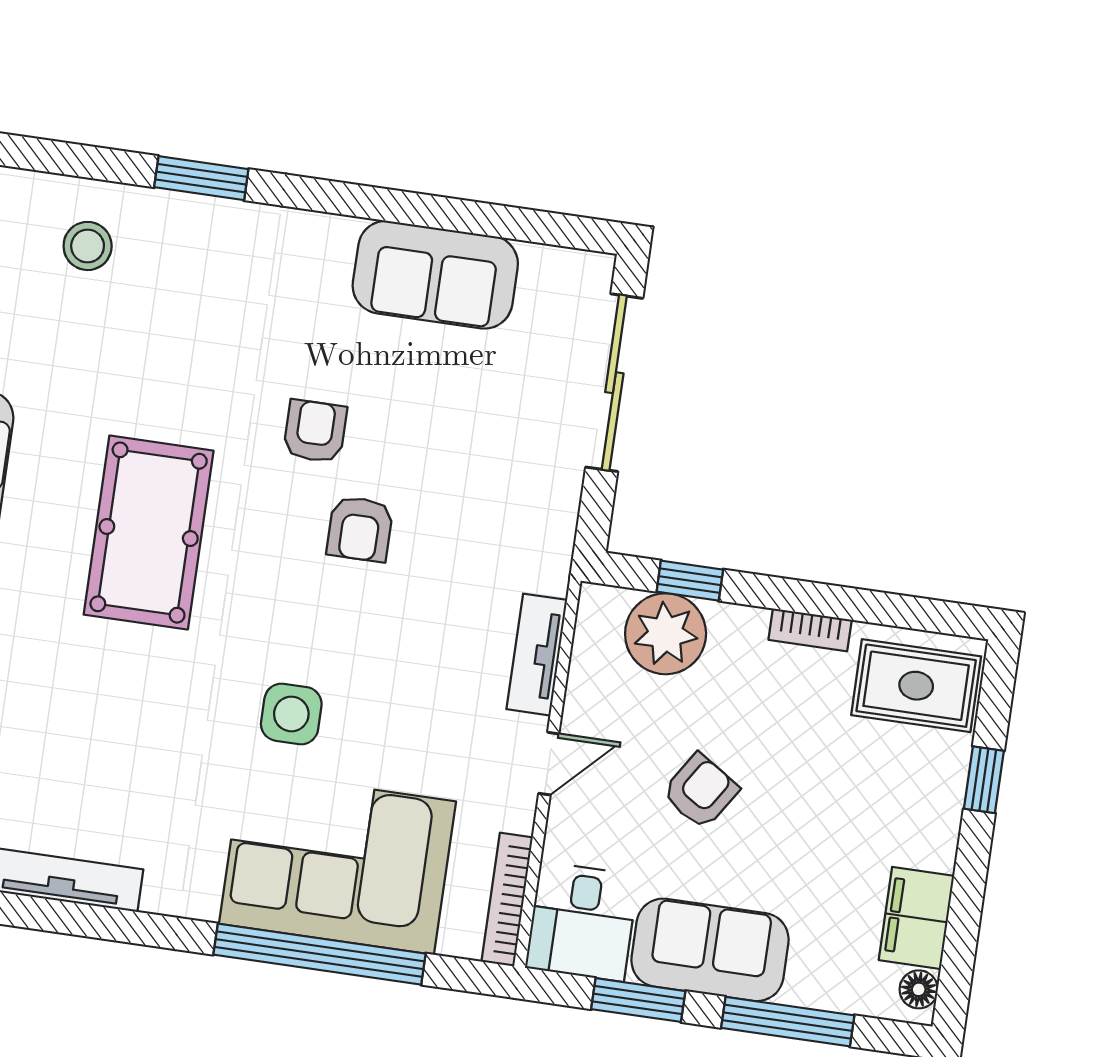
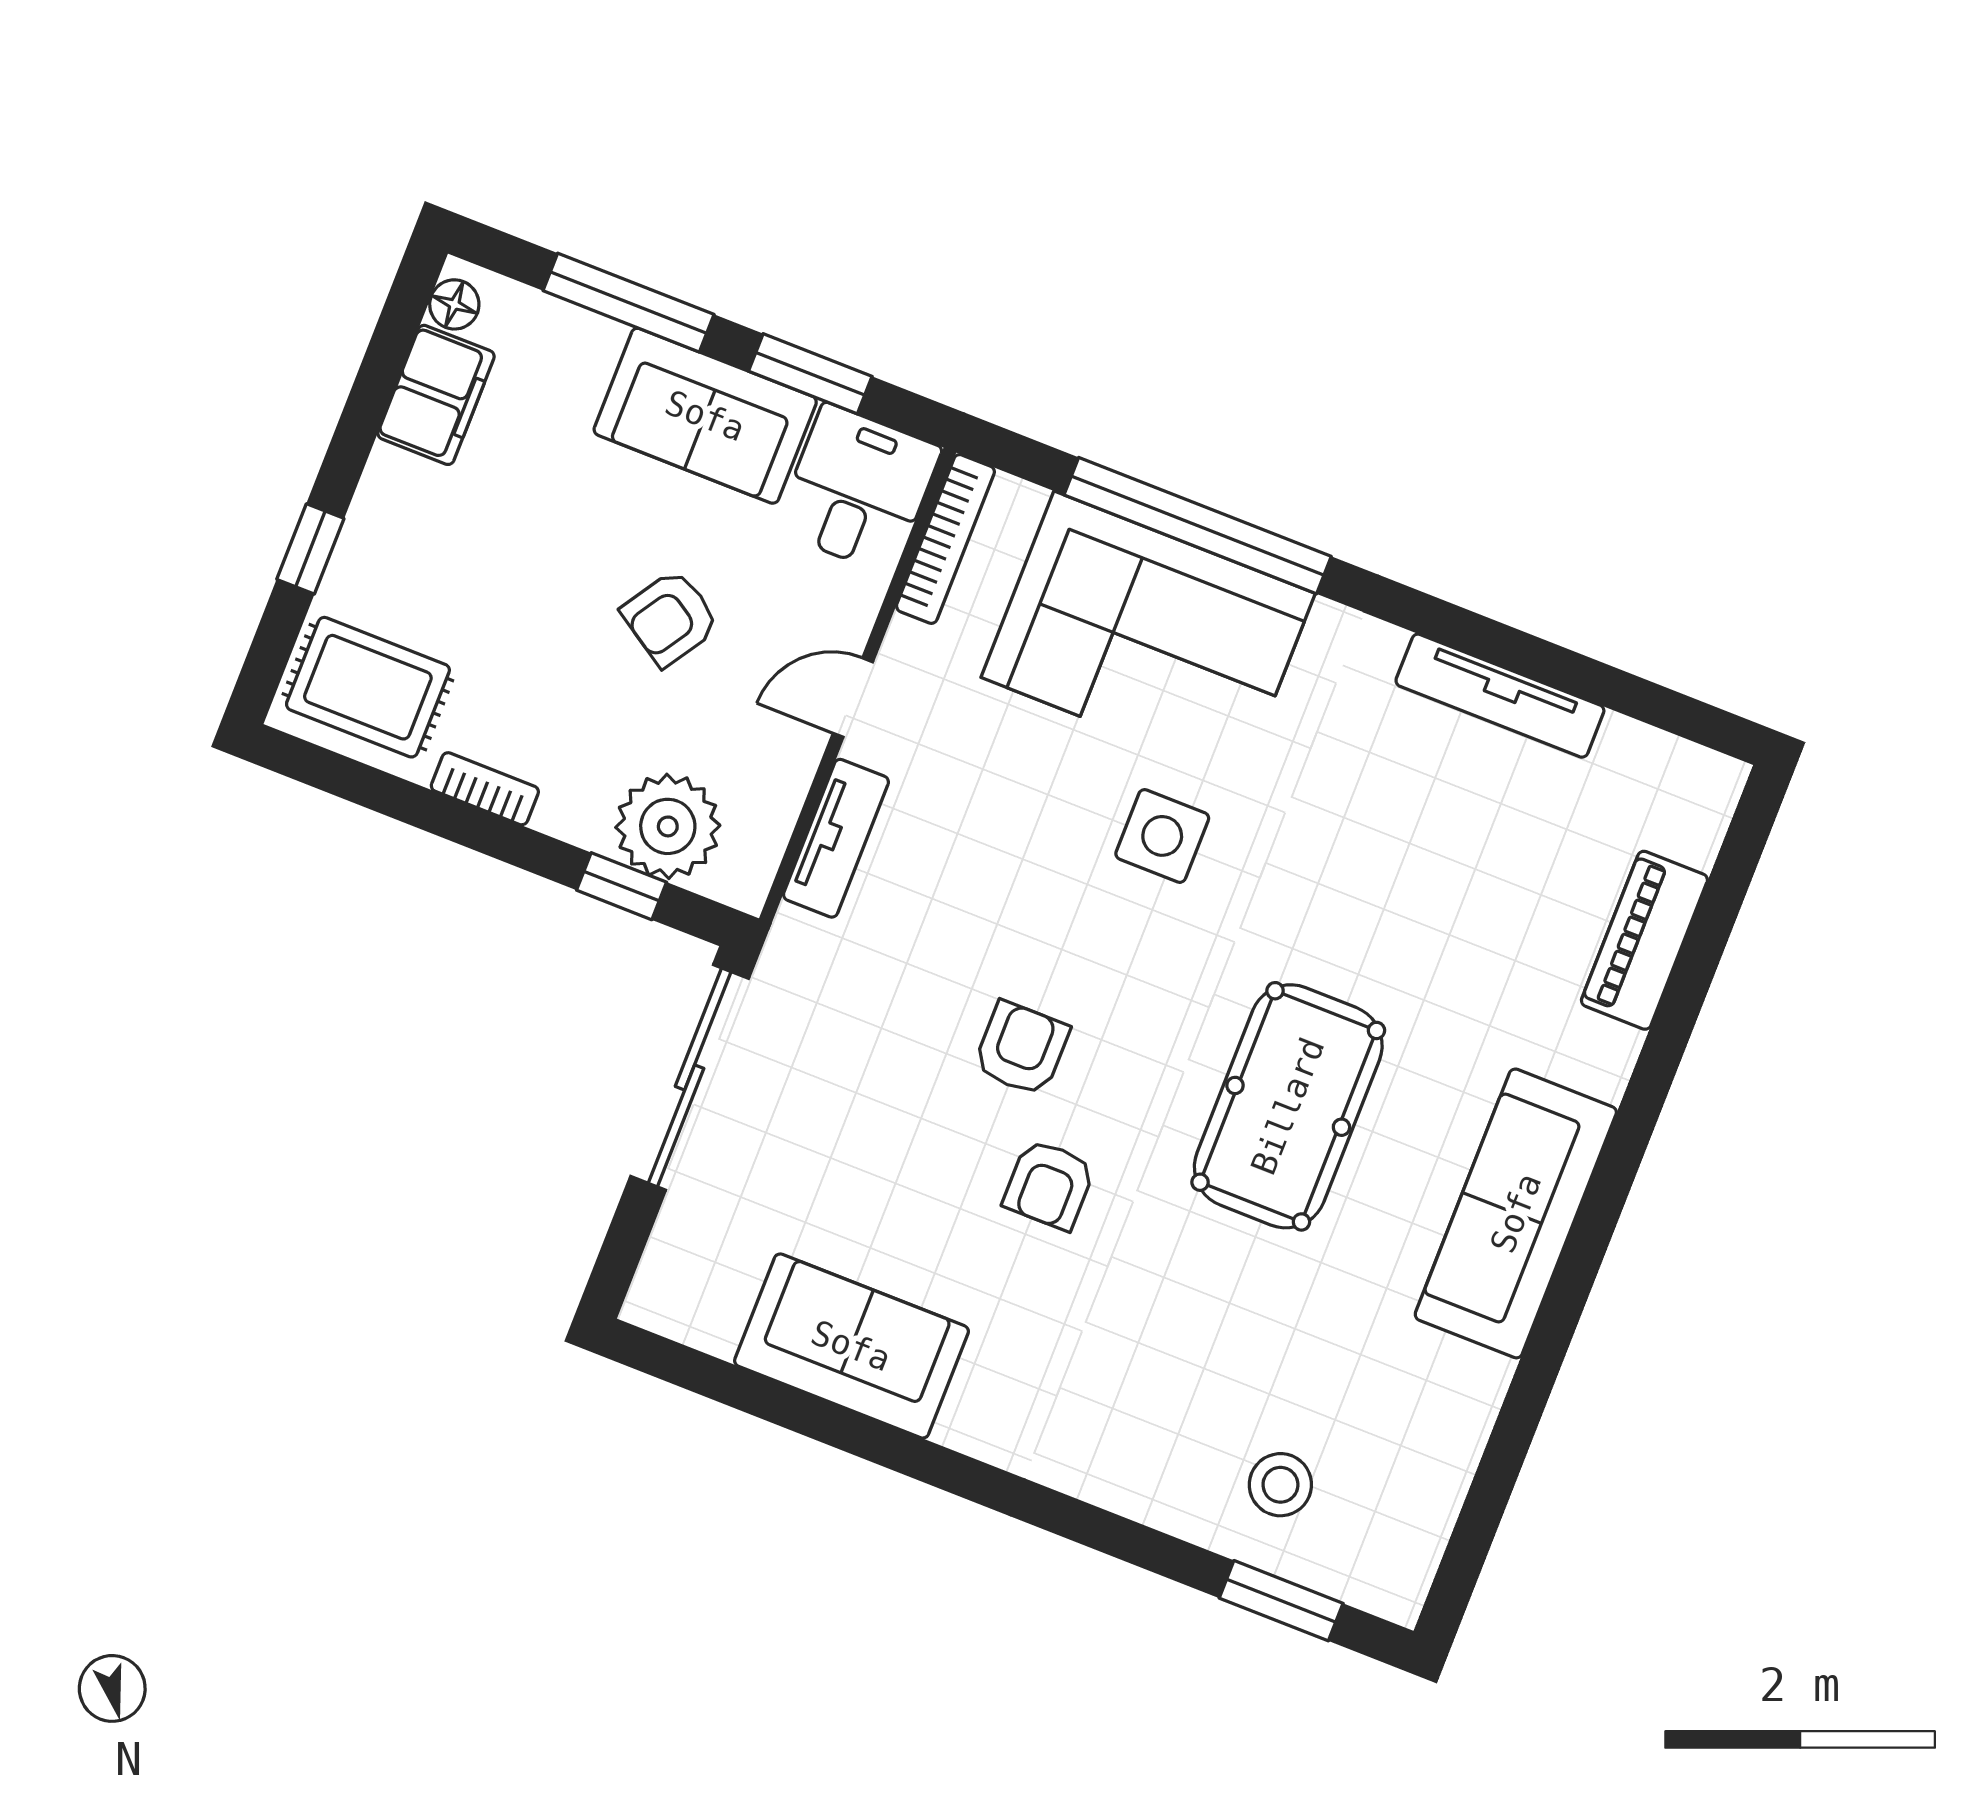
window: (201, 178) -> (1281, 1601), moved
sliding door: (614, 383) -> (690, 1077), moved

